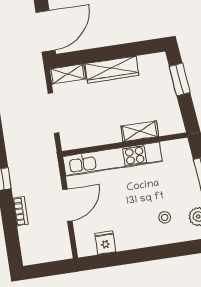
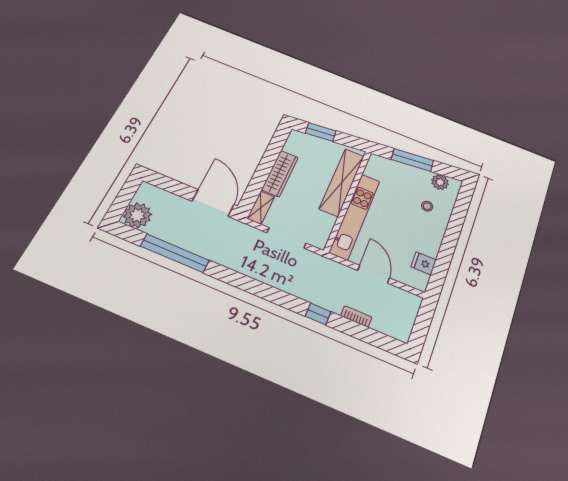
shelving: (140, 131) -> (342, 182), width x2.20, depth x1.33

